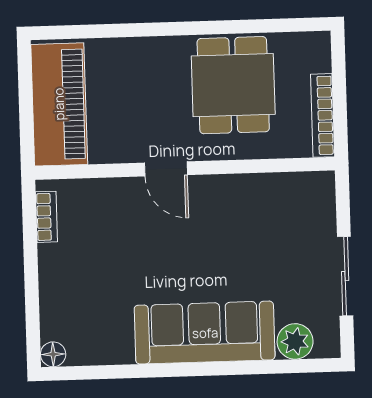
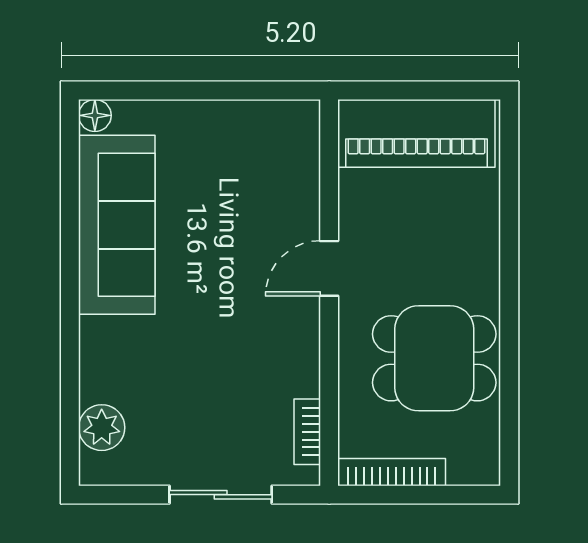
bookcase: (46, 217) -> (307, 432), moved, turned 90
sliding door: (345, 276) -> (221, 495), moved
sofa: (205, 333) -> (117, 225), moved

